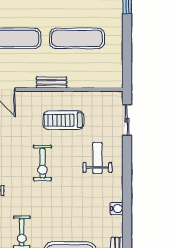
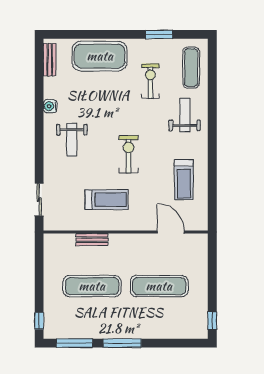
bench: (52, 82) -> (92, 240), moved
weight bench: (97, 158) -> (72, 140), moved

